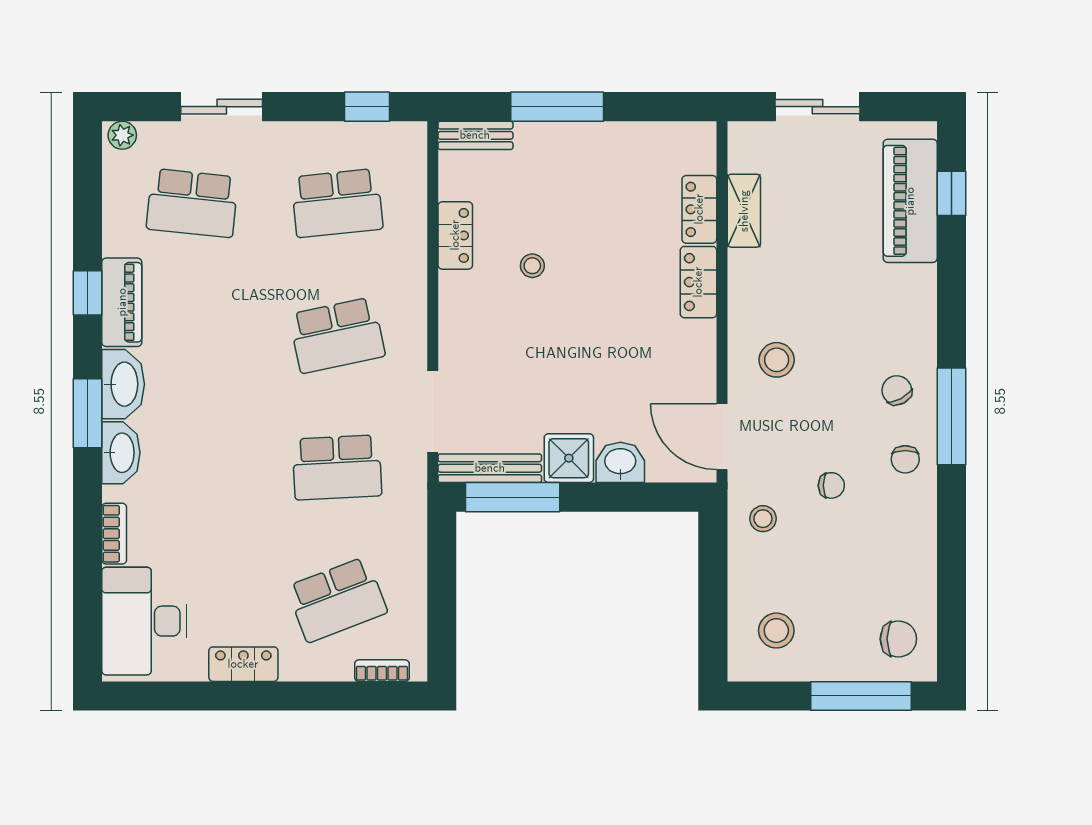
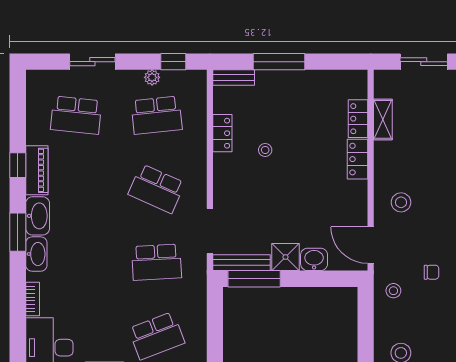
plant: (122, 135) -> (152, 77), moved
school desk: (337, 335) -> (157, 189), turned 36

